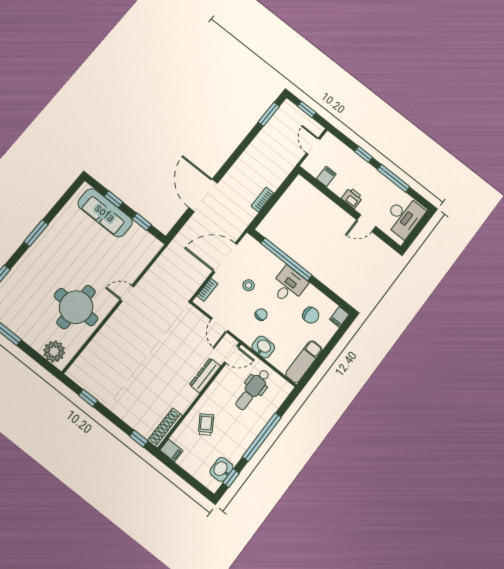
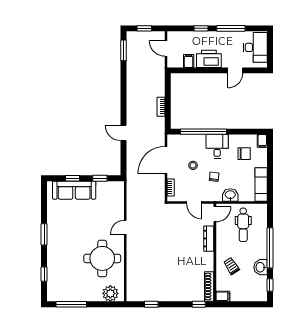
door: (203, 195) -> (123, 133), width x0.53
printer: (352, 198) -> (209, 59), width x1.87, depth x1.48
washbasin: (221, 469) -> (261, 267), moved

